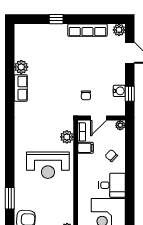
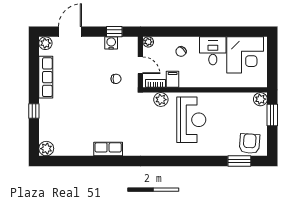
plant: (21, 67) -> (46, 149), moved
window: (10, 198) -> (239, 161), moved

